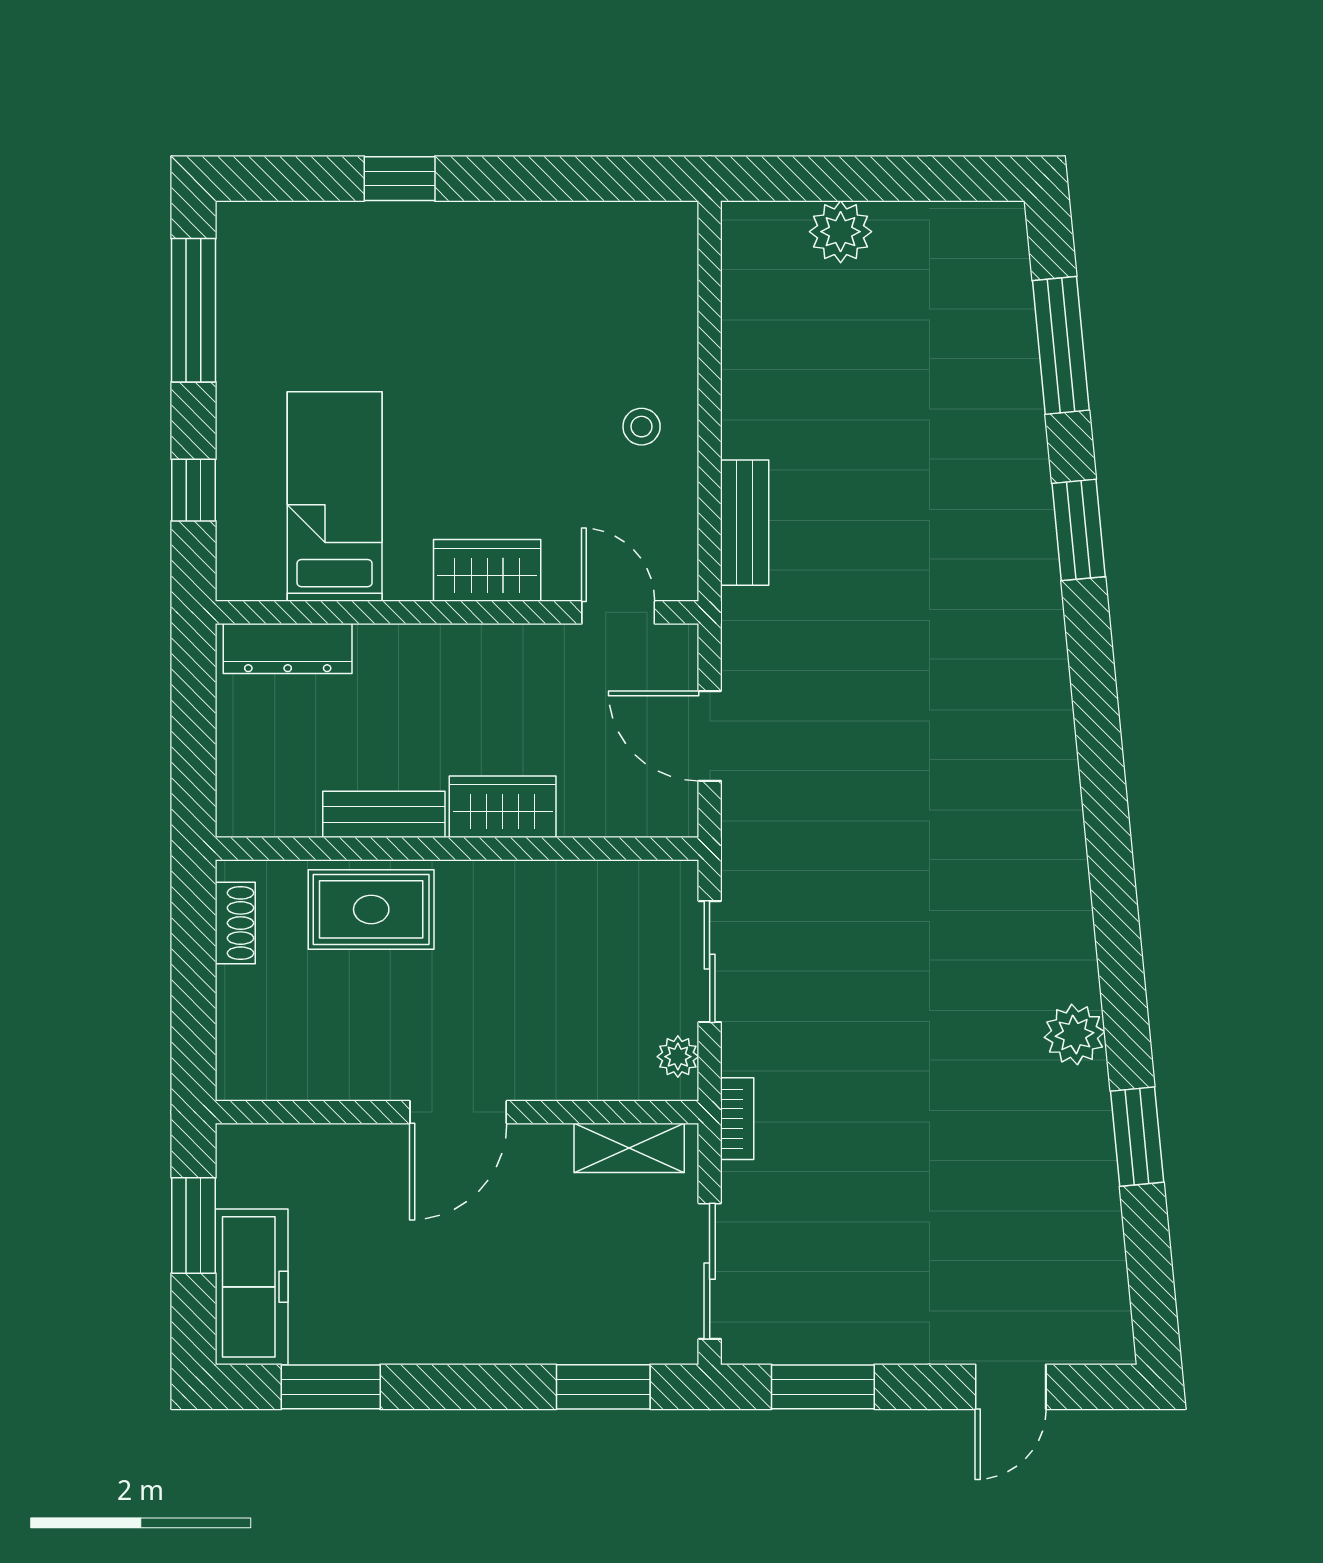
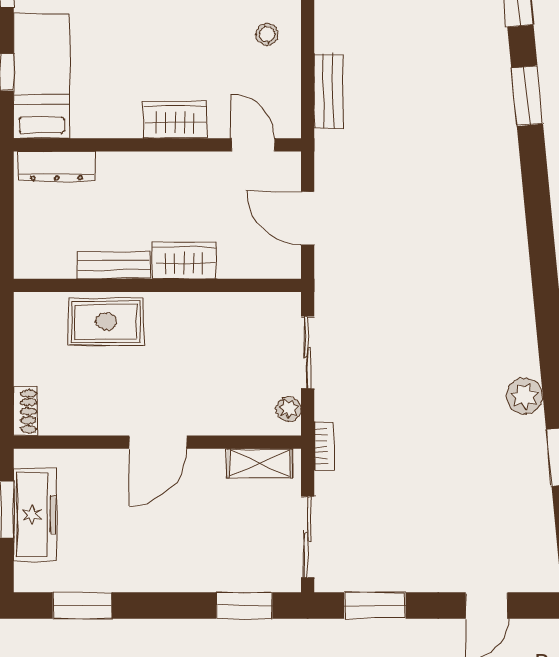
bed: (335, 496) -> (42, 76), moved
shoe rack: (235, 923) -> (25, 411), moved
freezer: (252, 1287) -> (35, 514), moved

